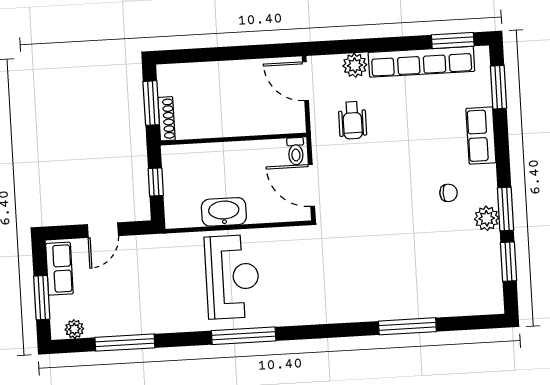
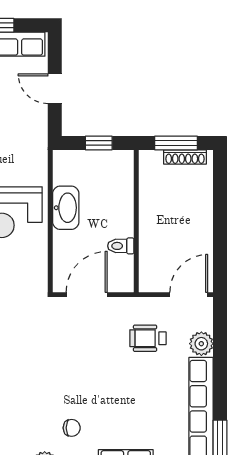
shoe rack: (167, 119) -> (185, 157), moved
toilet: (296, 151) -> (121, 246), moved
chair: (449, 193) -> (72, 428), turned -90

